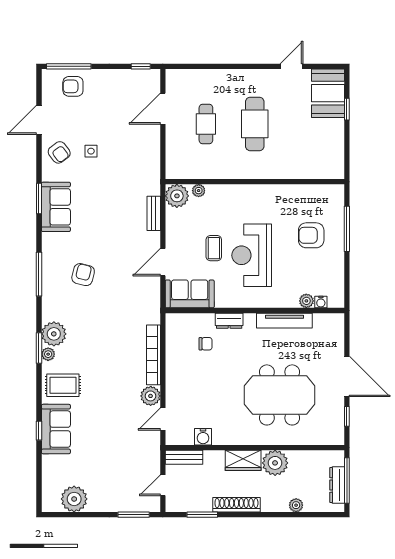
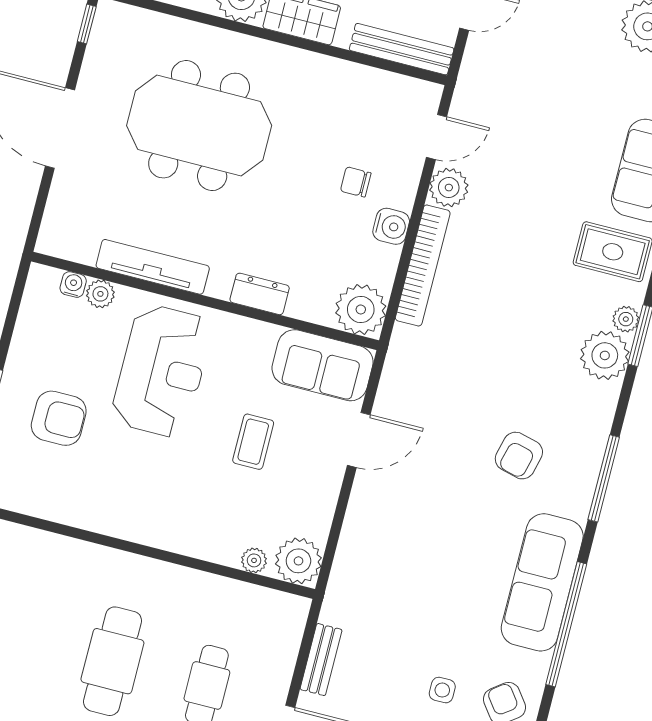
window: (39, 198) -> (566, 624), width x2.11
sofa: (56, 207) -> (542, 582), width x1.36
bench: (154, 213) -> (321, 660), moved
reception desk: (252, 255) -> (162, 371), moved
plant: (178, 326) -> (361, 309), added
chair: (206, 344) -> (356, 182), moved
window: (347, 416) -> (87, 24), moved
water cooler: (203, 437) -> (391, 226), moved, turned 90
bench: (184, 457) -> (402, 49), width x1.36

